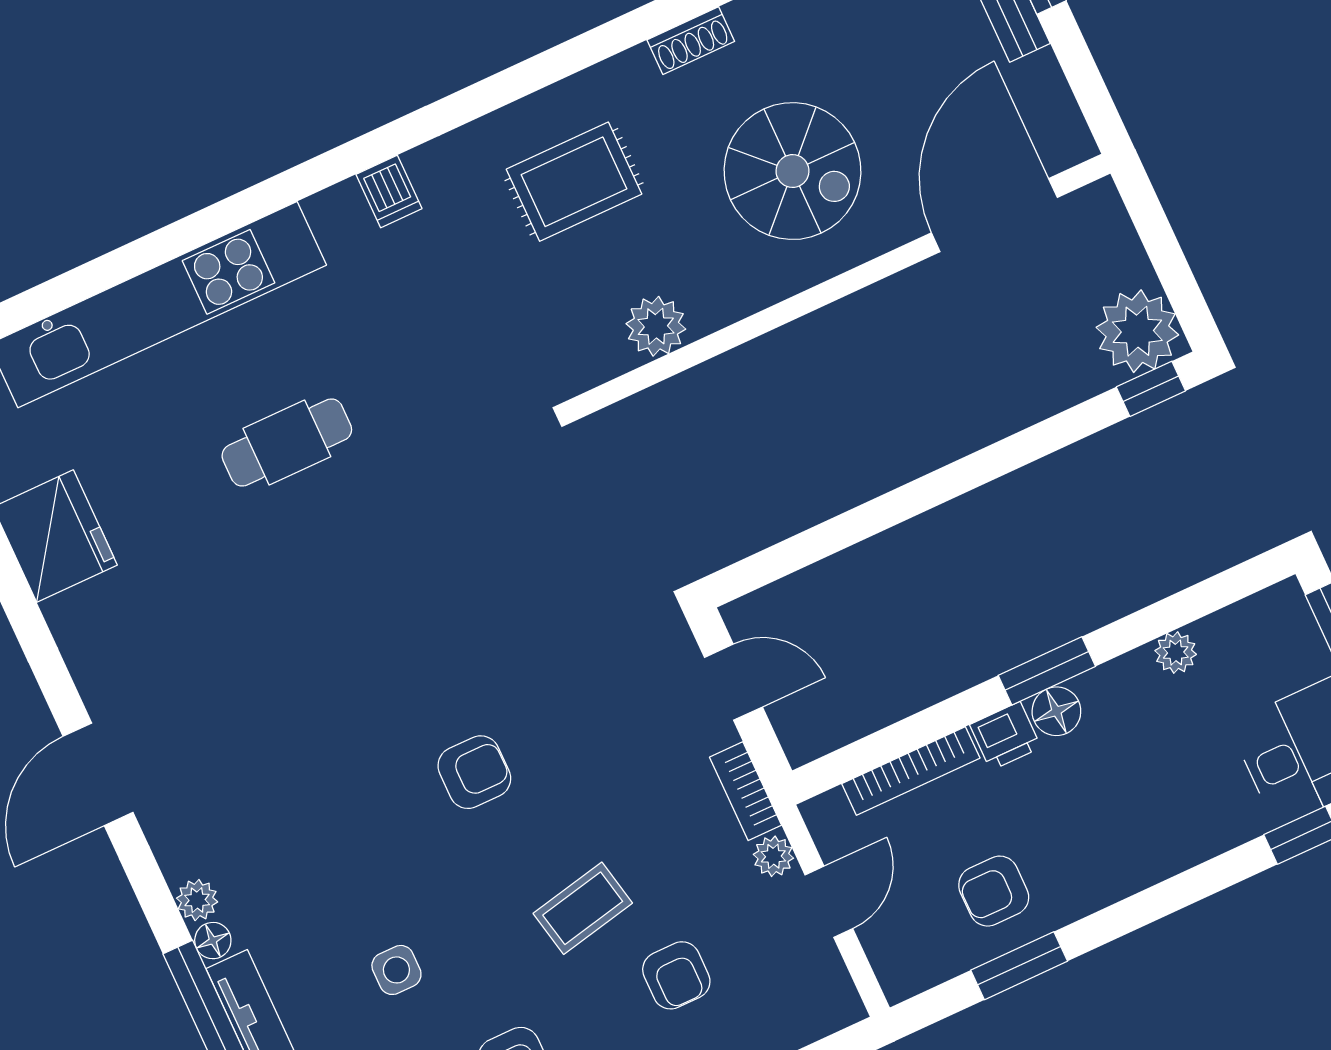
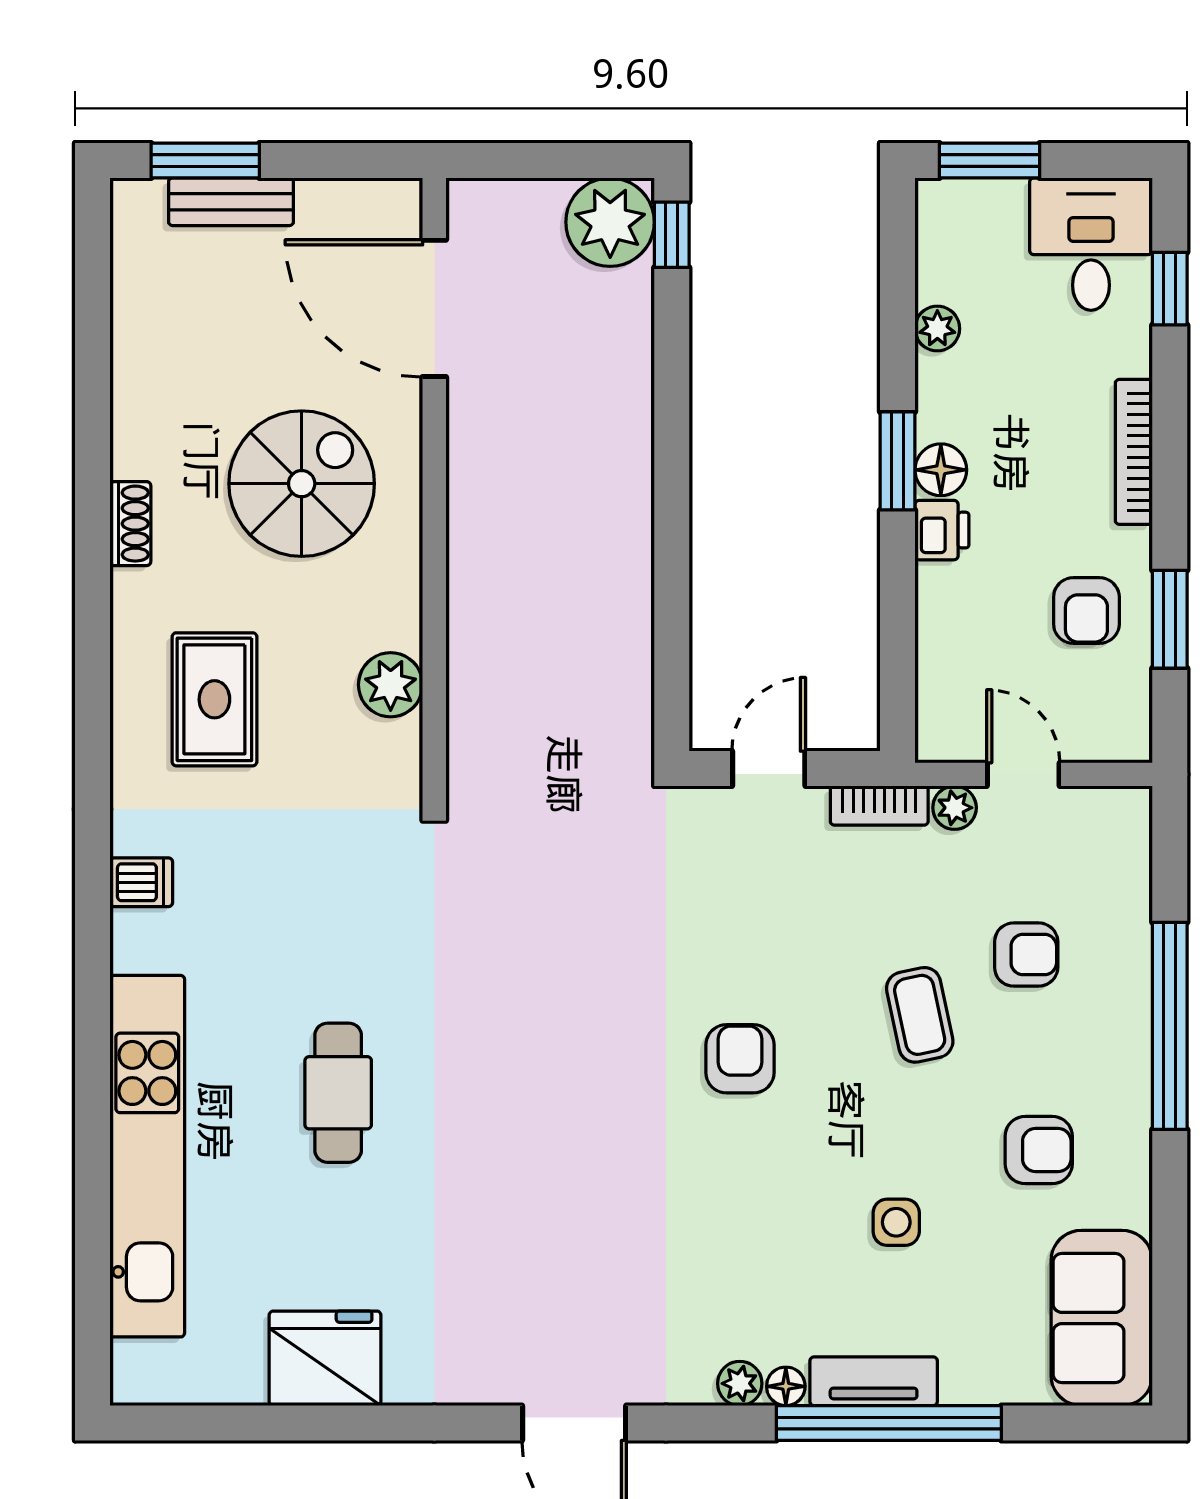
bookcase: (911, 771) -> (1134, 452), moved, turned 180

